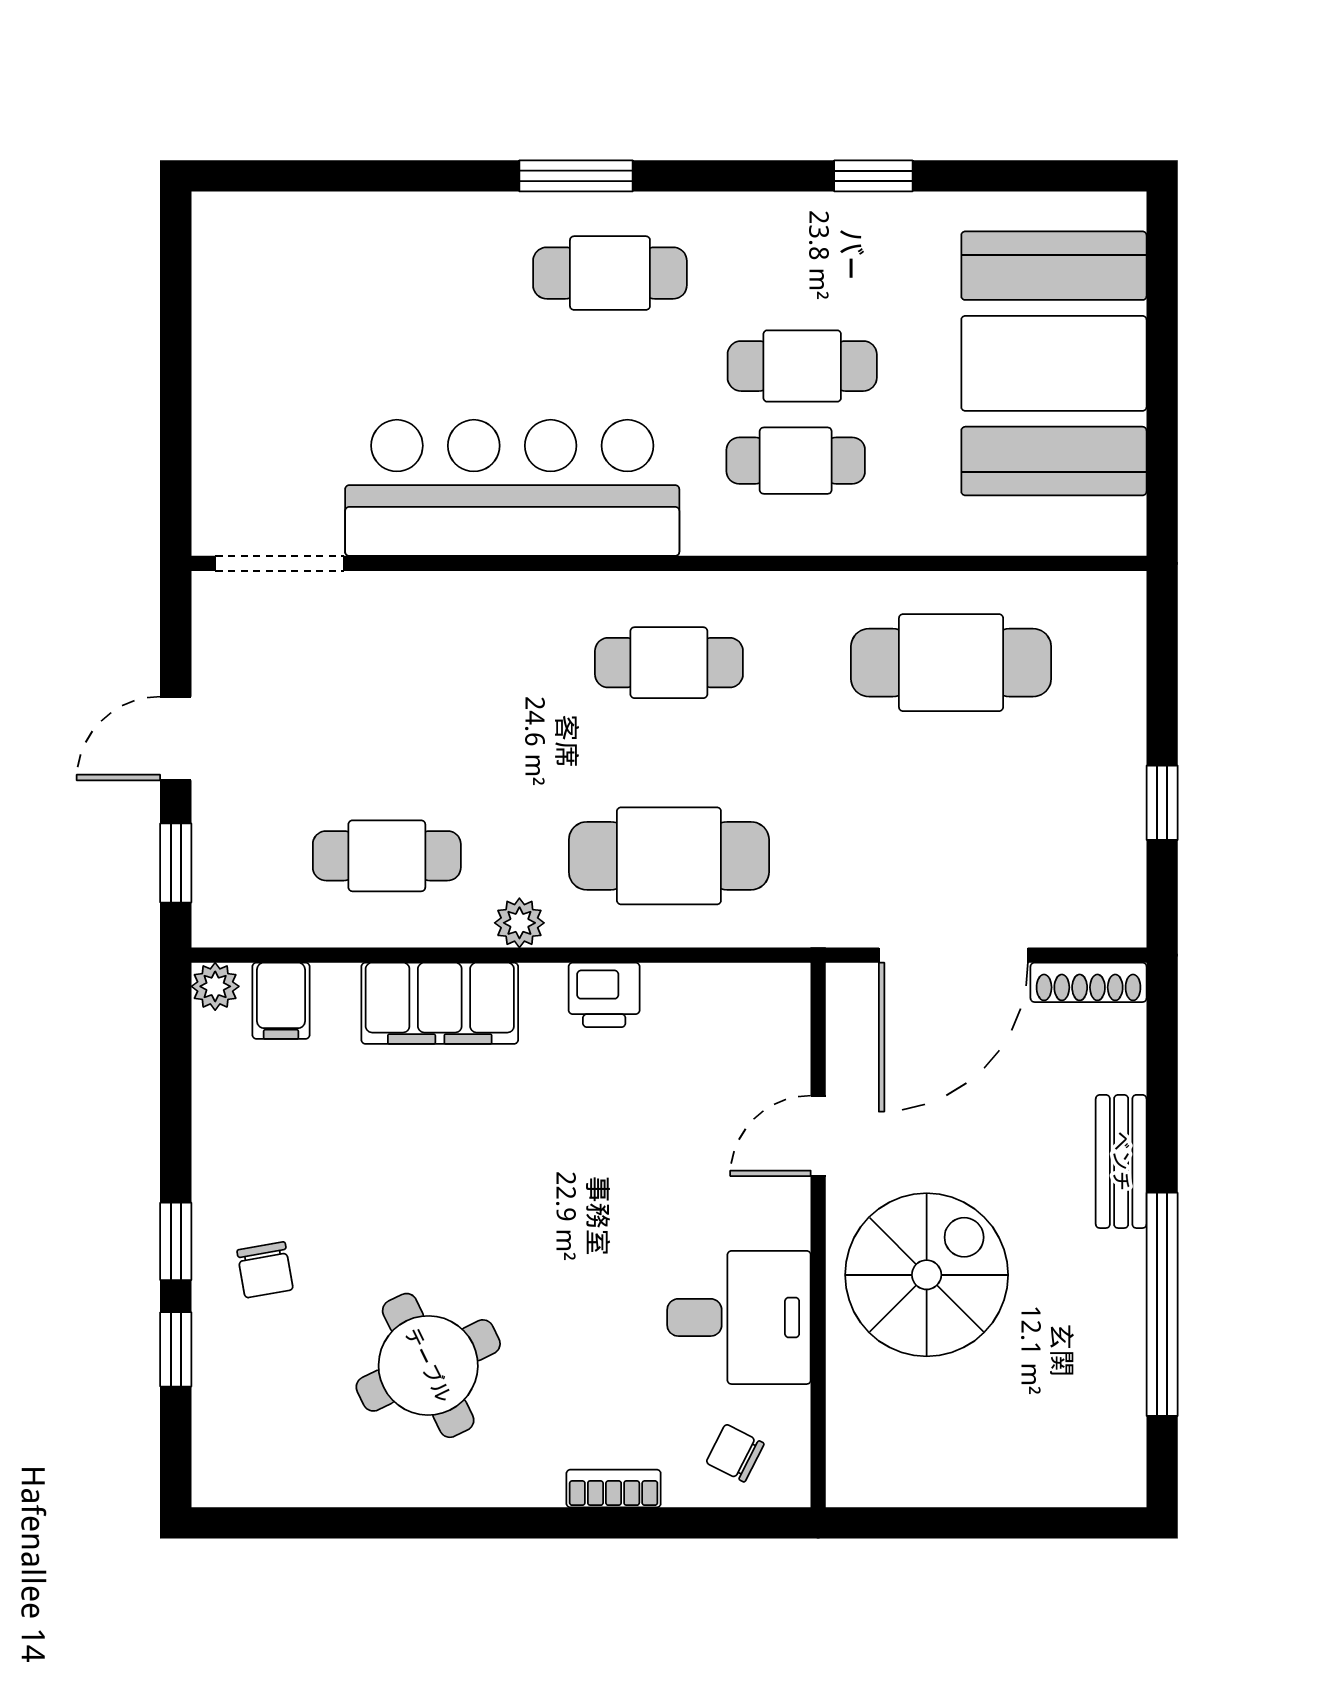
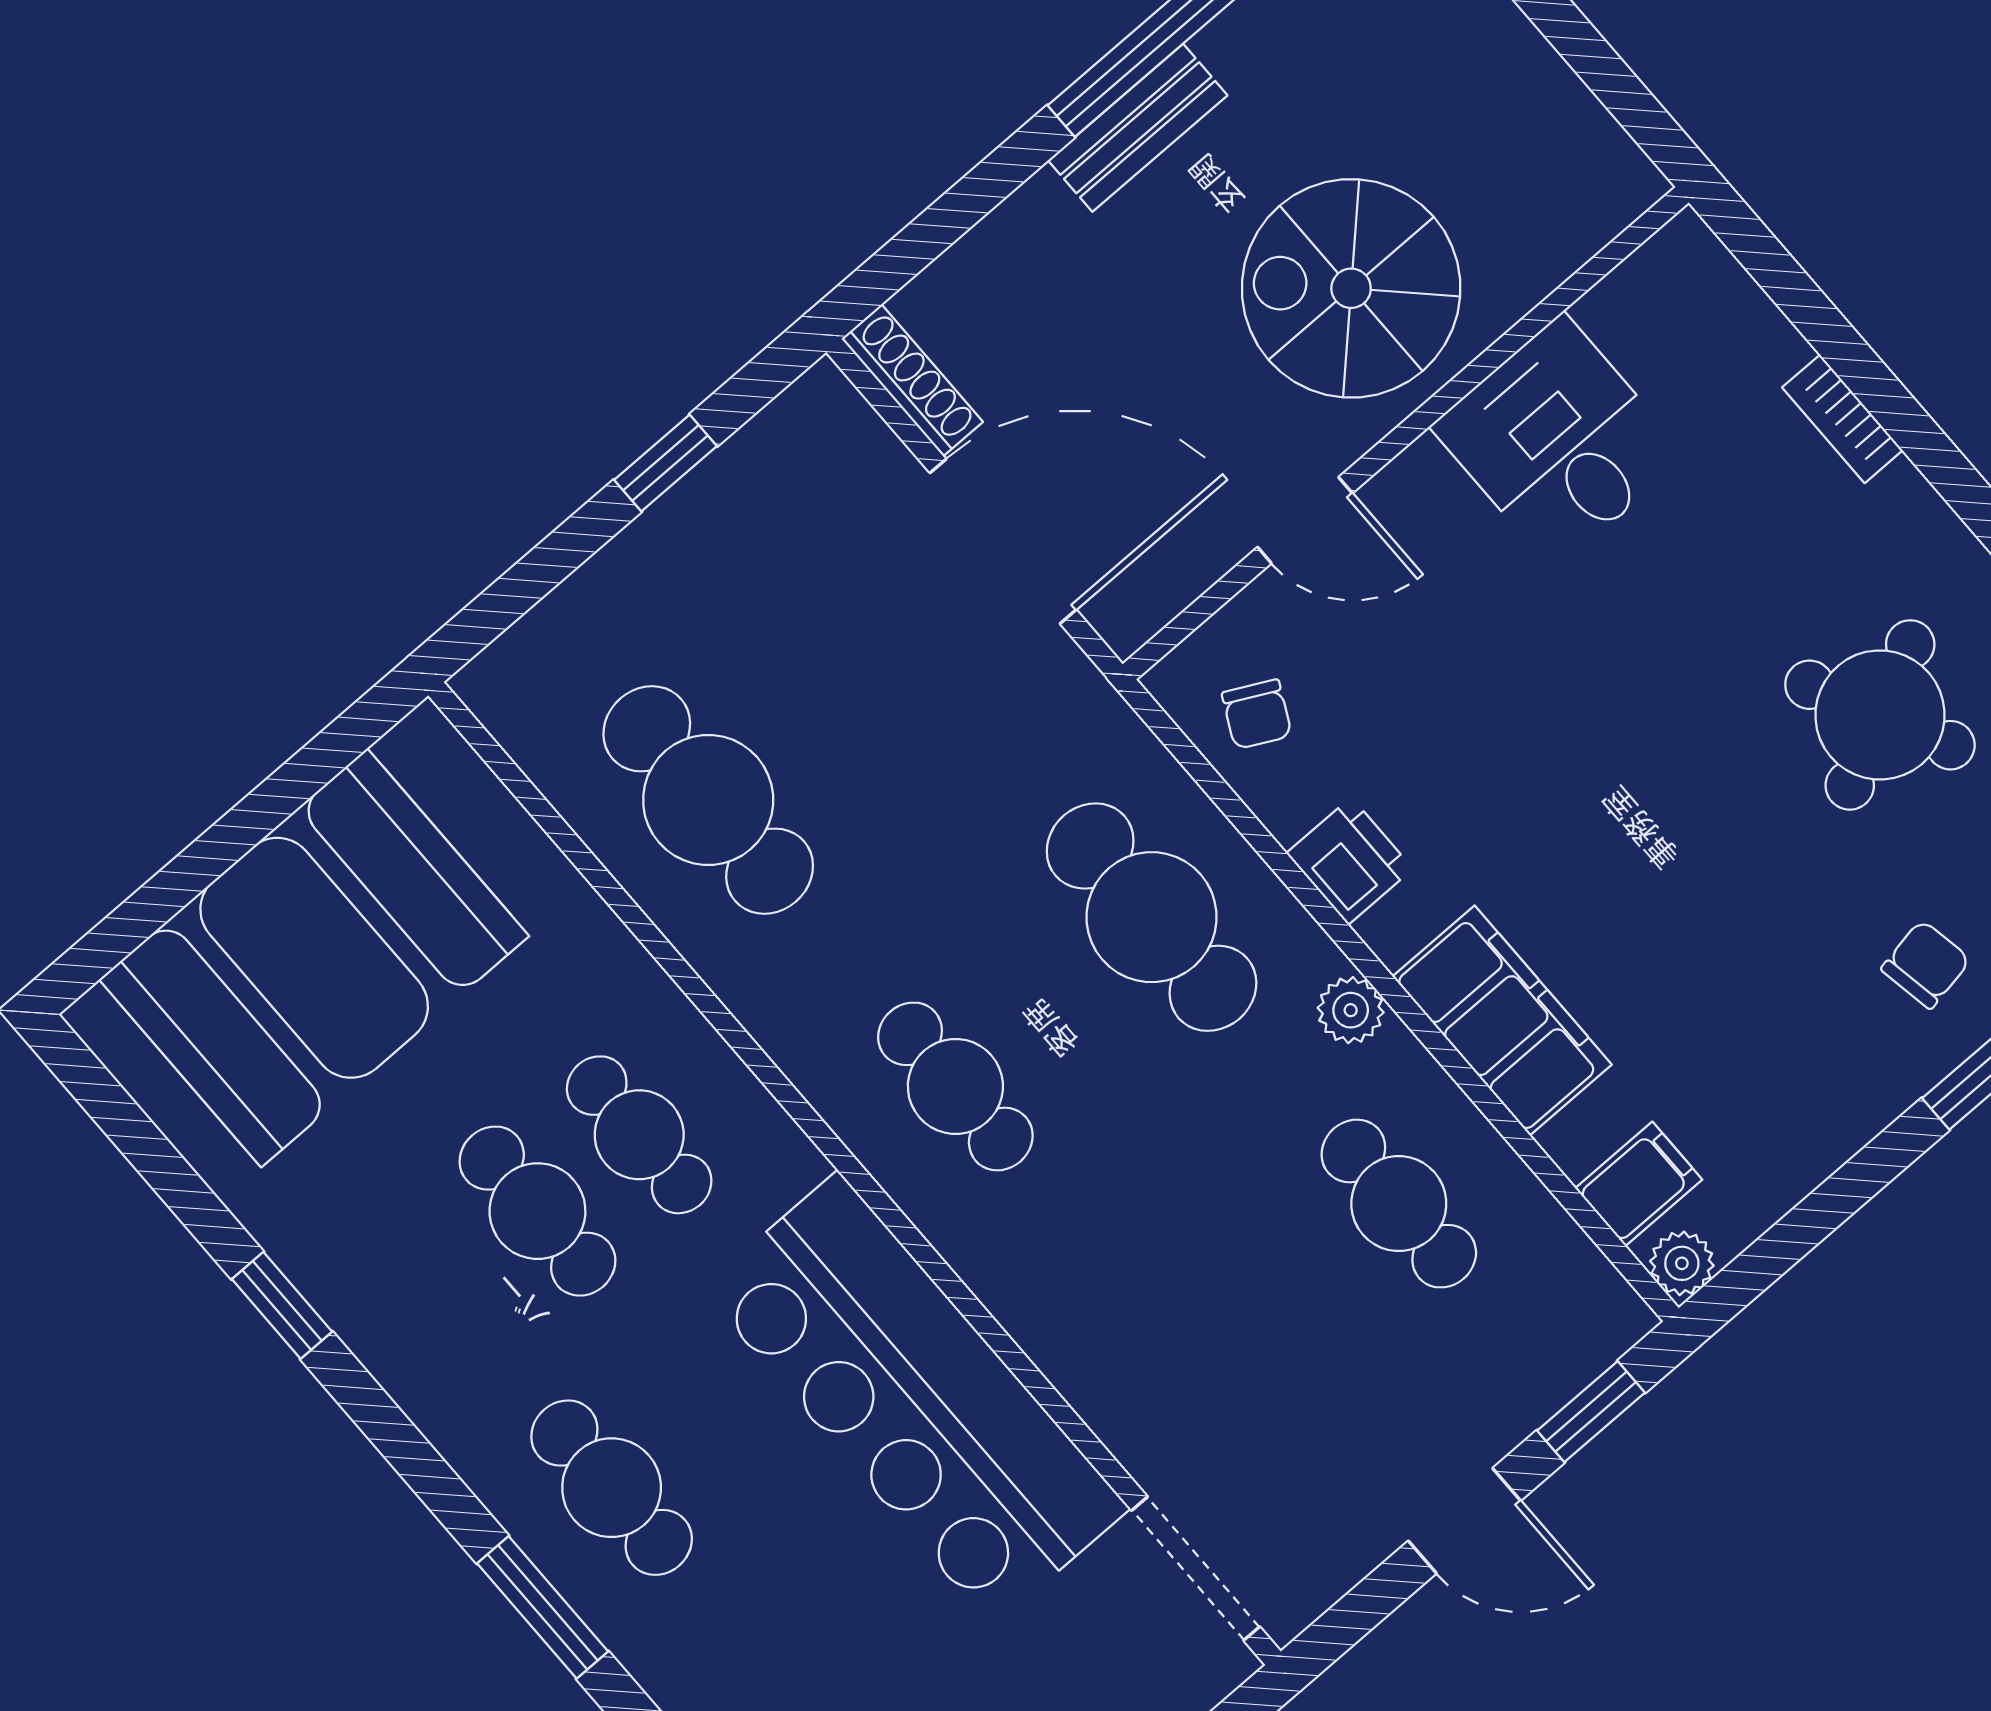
bench: (1121, 1161) -> (1138, 128), moved
chair: (735, 1453) -> (1257, 714), moved

